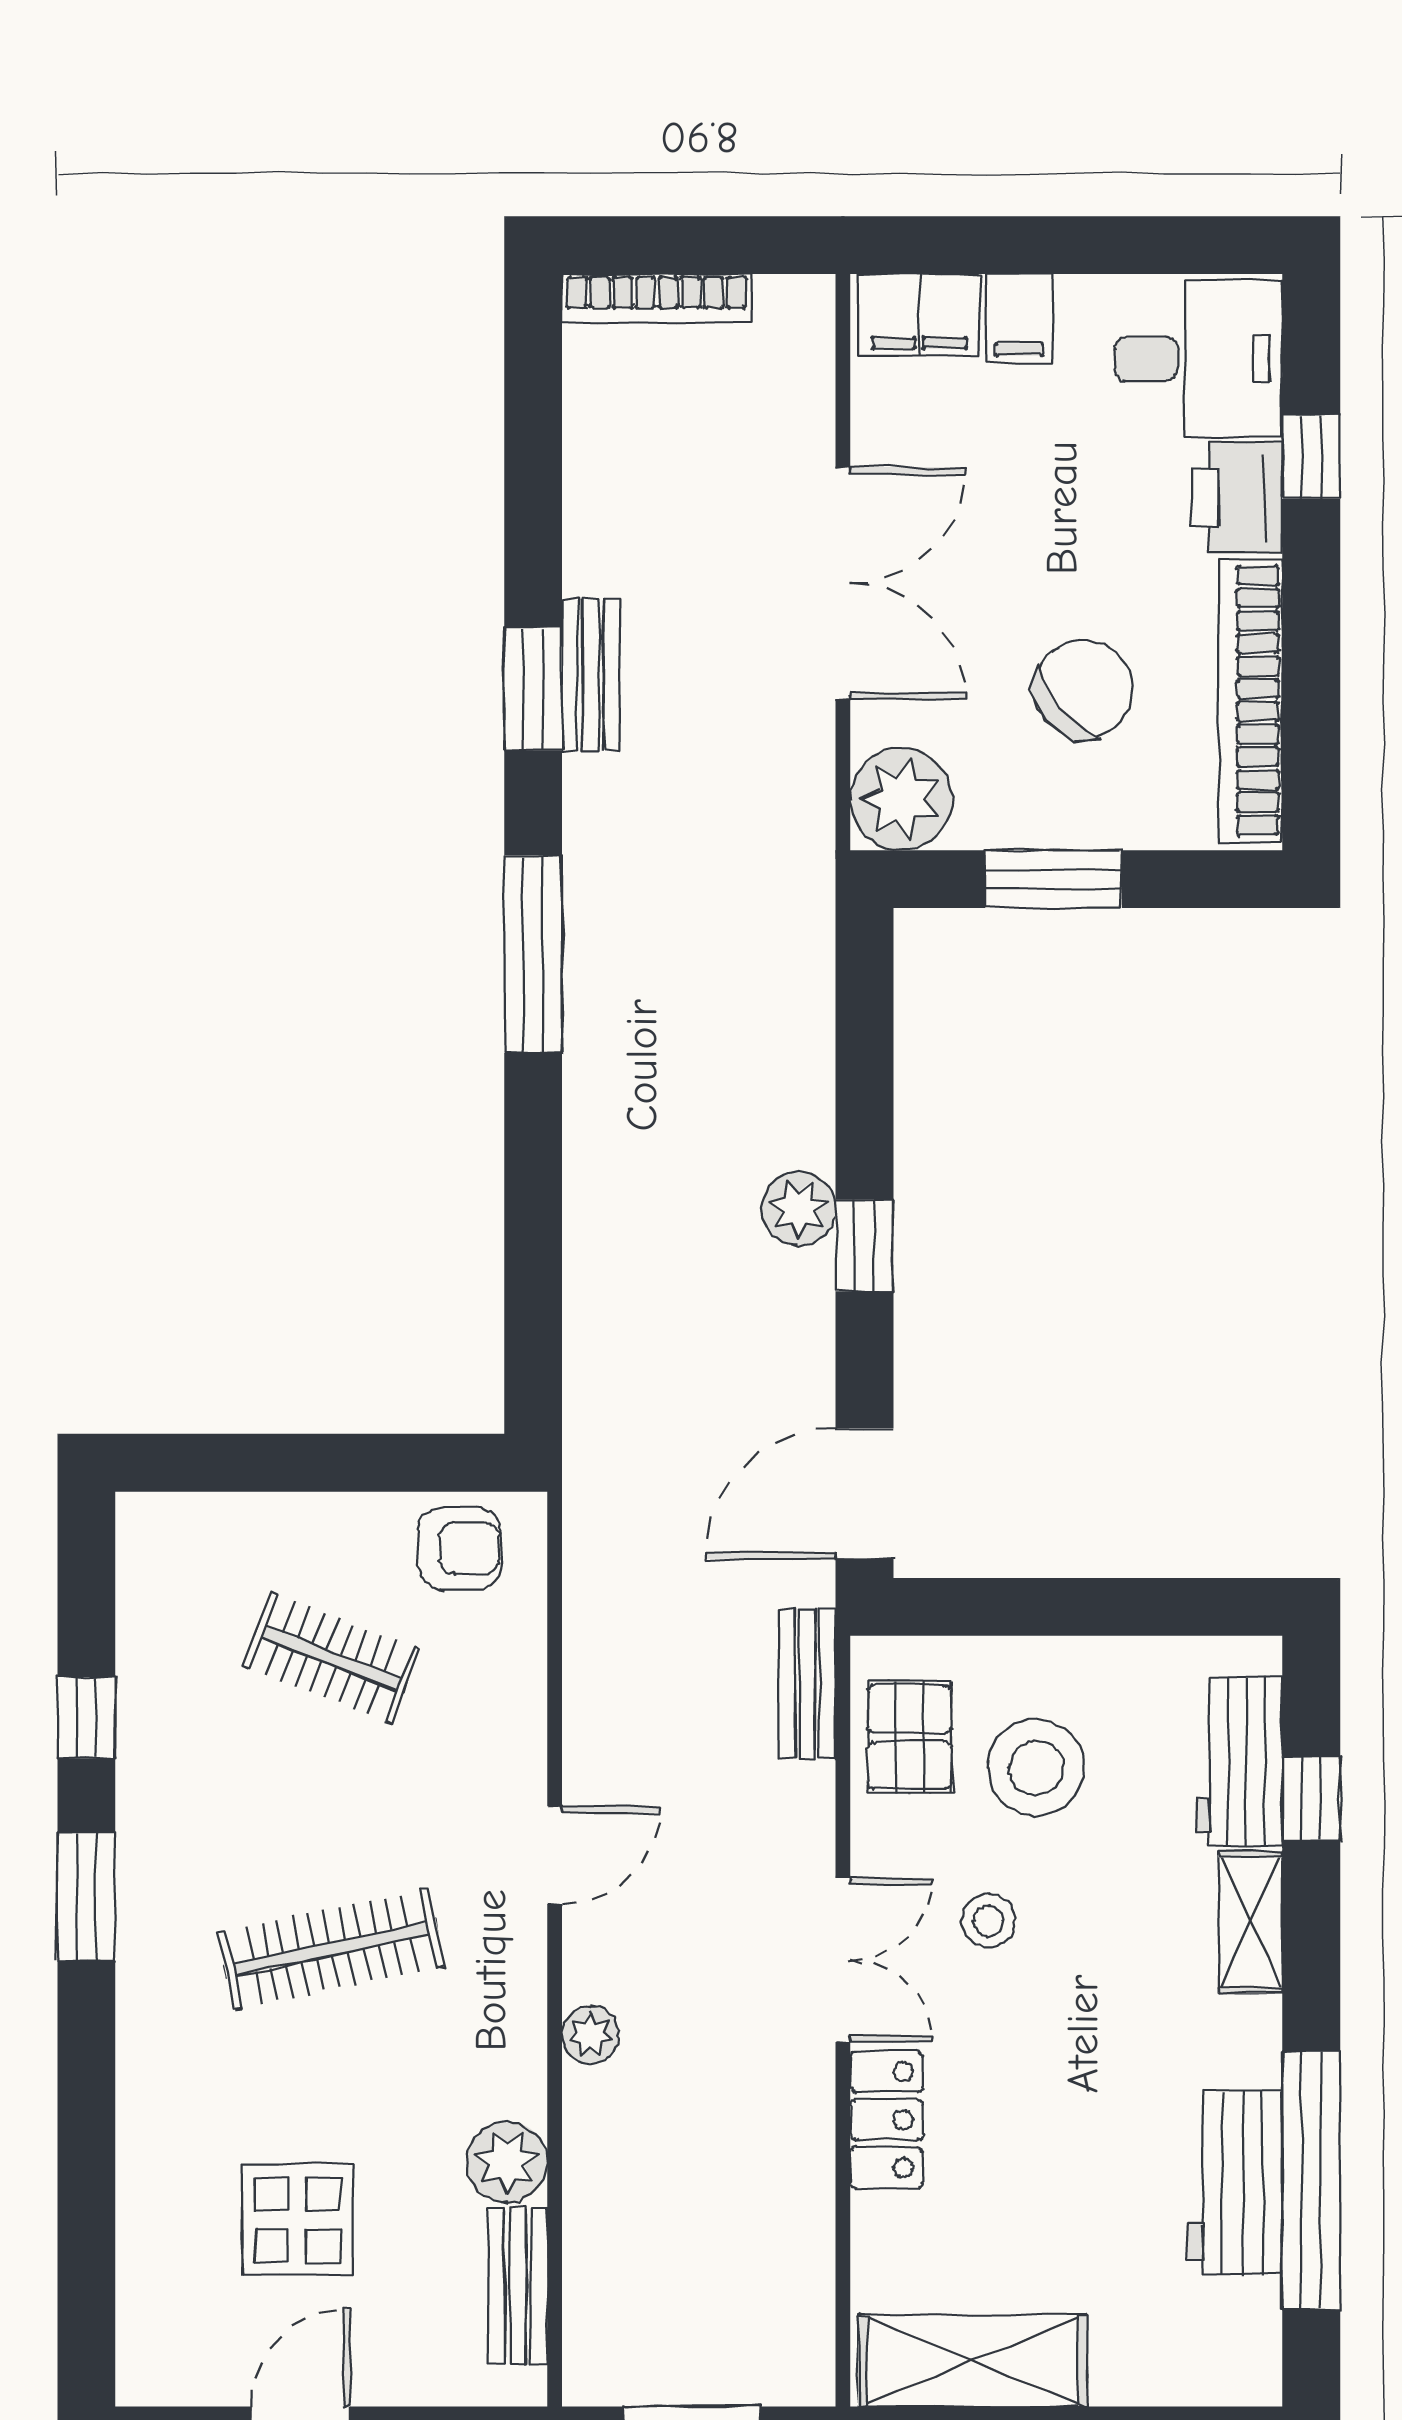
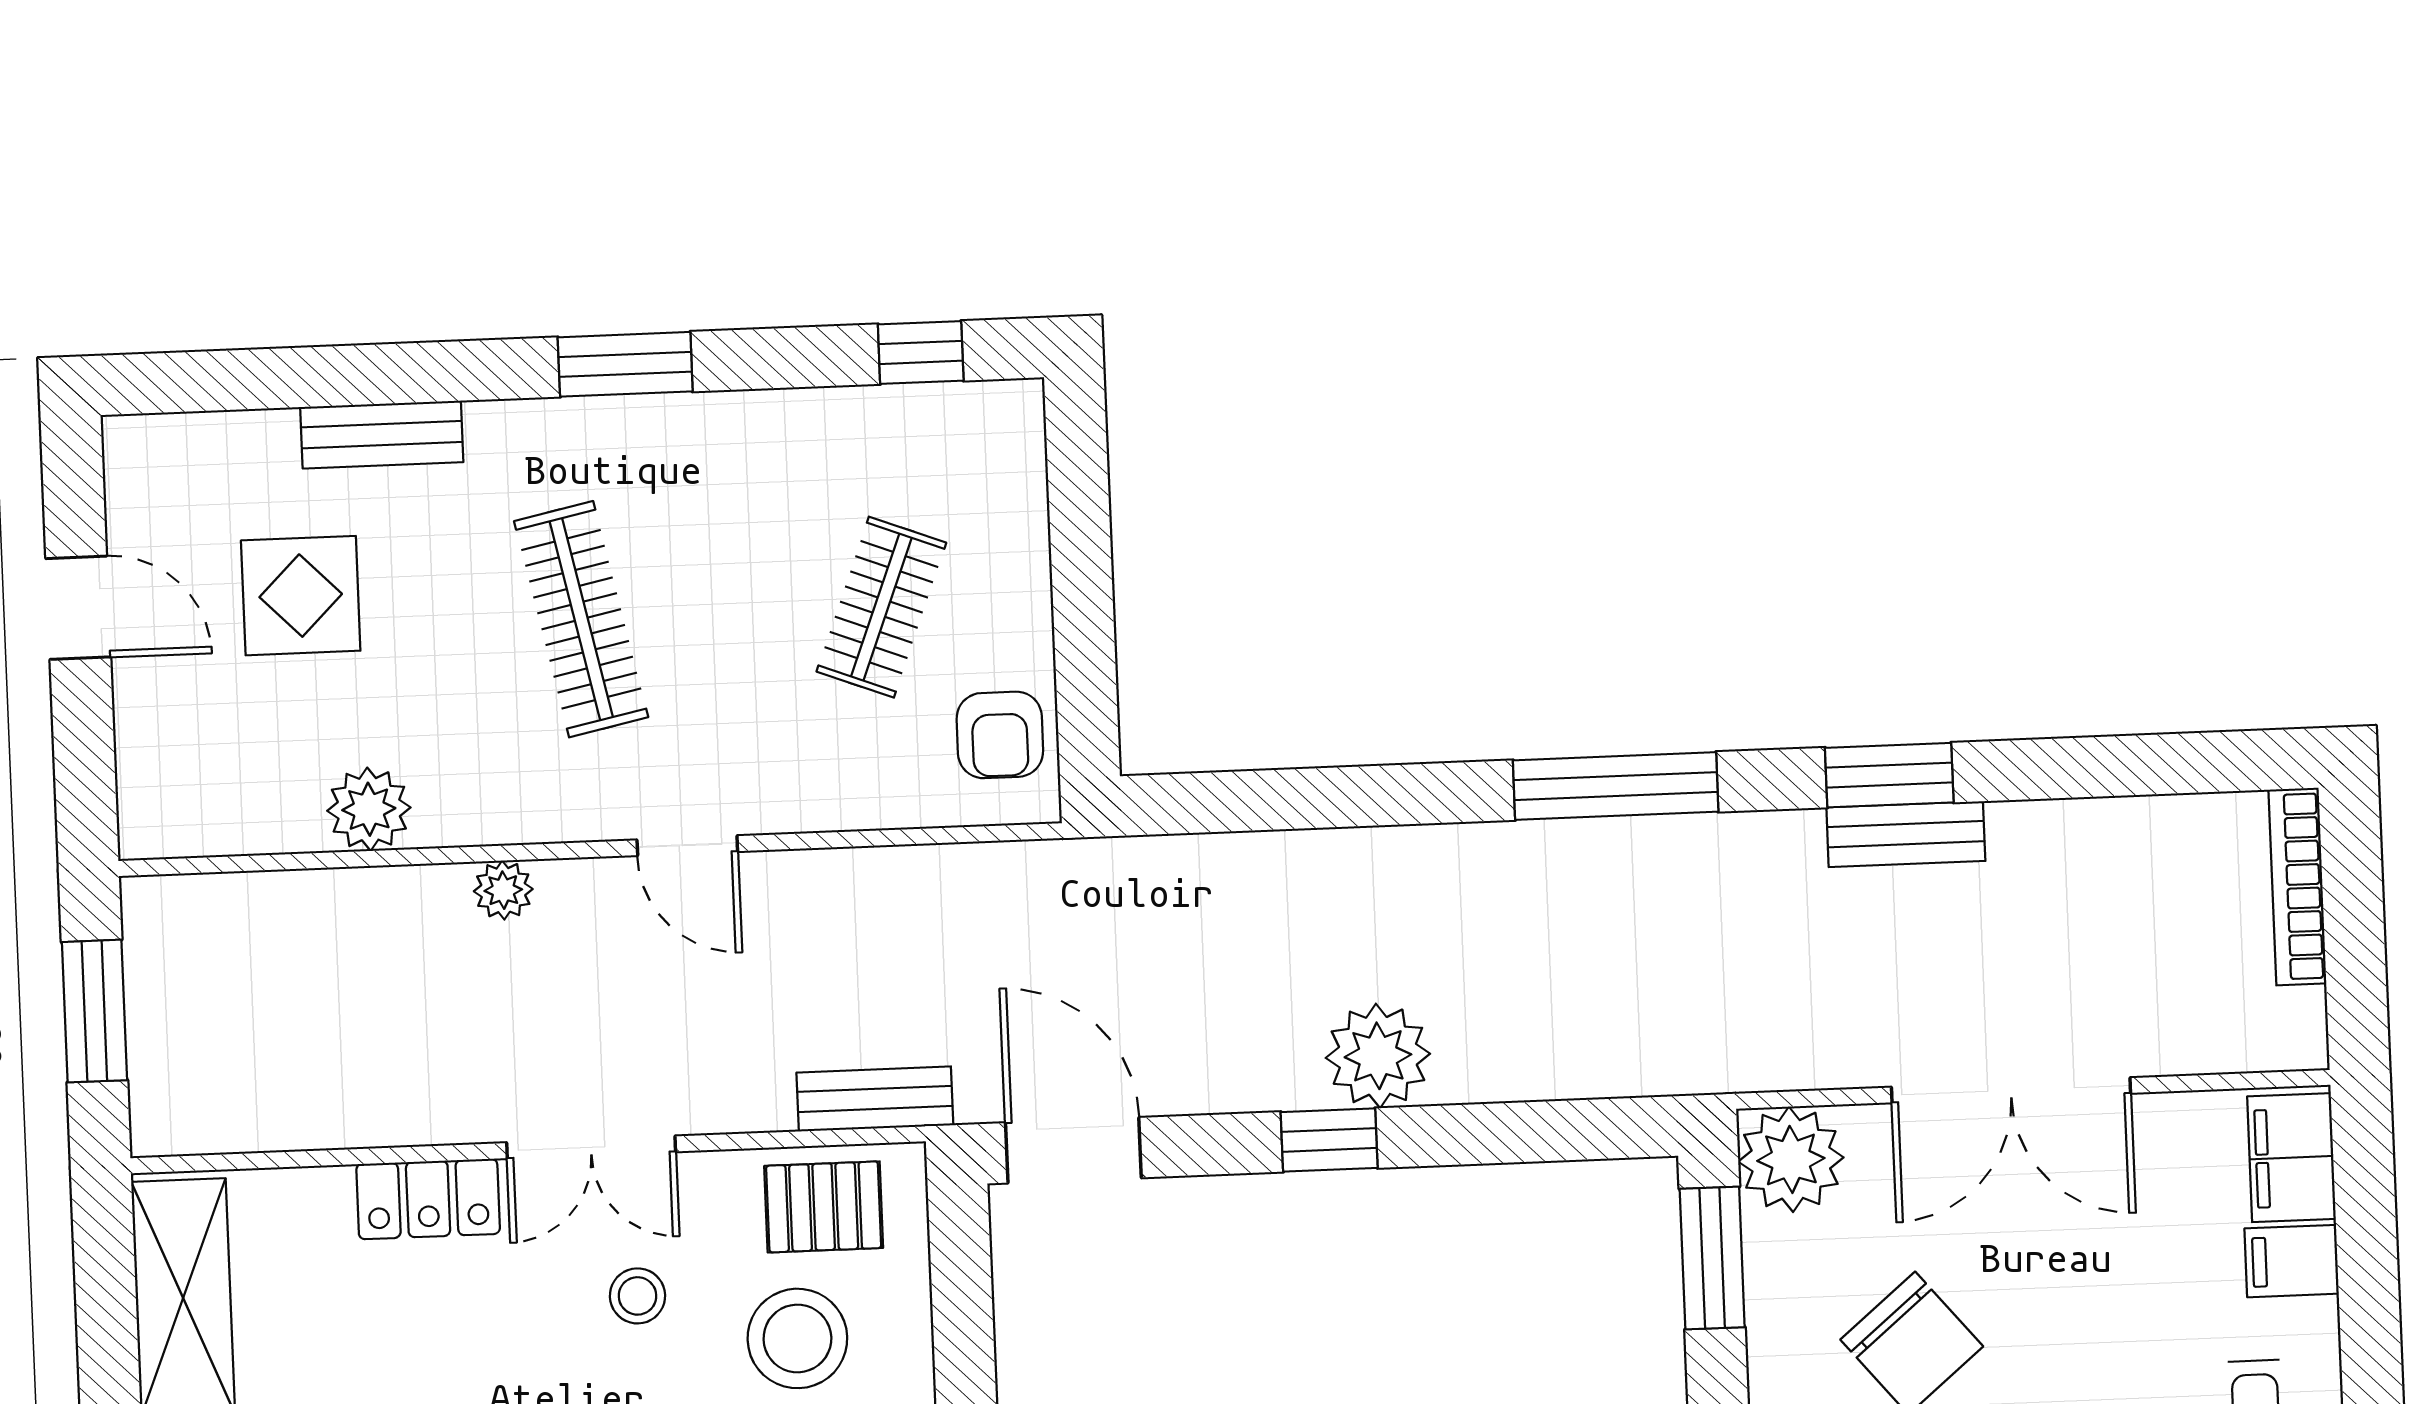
window: (1053, 879) -> (1712, 1258), moved
plant: (798, 1208) -> (1378, 1056), width x1.36, depth x1.36
window: (86, 1718) -> (921, 352), moved
bench: (518, 2286) -> (382, 435), moved

